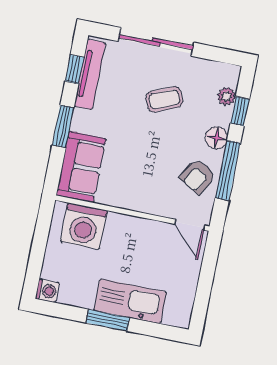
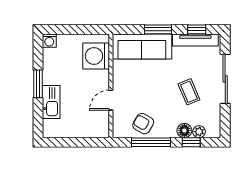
floor lamp: (216, 138) -> (184, 131), moved
sofa: (81, 167) -> (142, 46), width x1.36
door: (190, 225) -> (111, 100), moved
kitchen sink: (130, 301) -> (51, 102), width x0.73, depth x0.81

